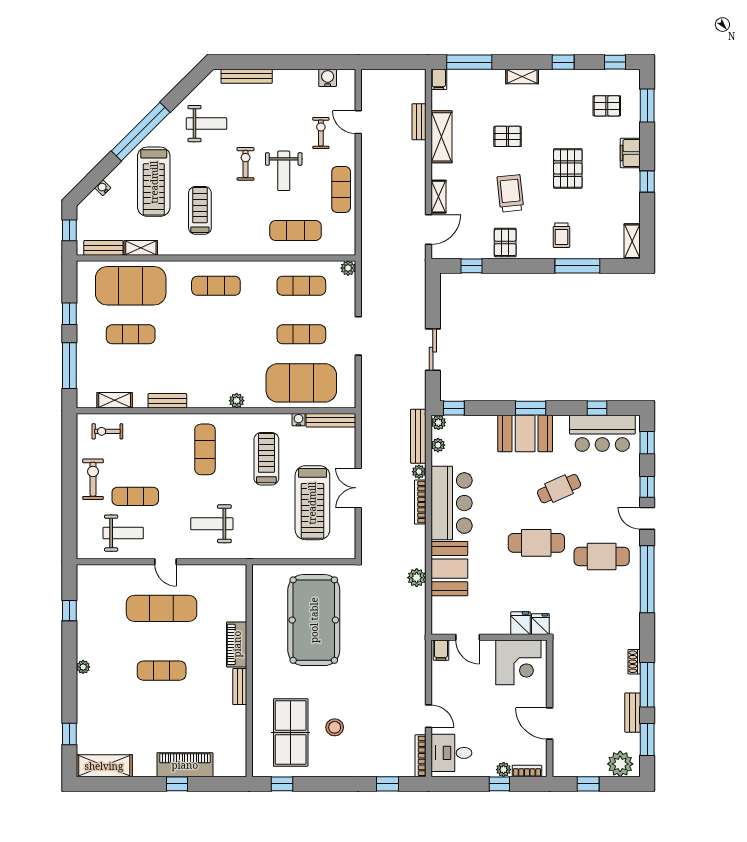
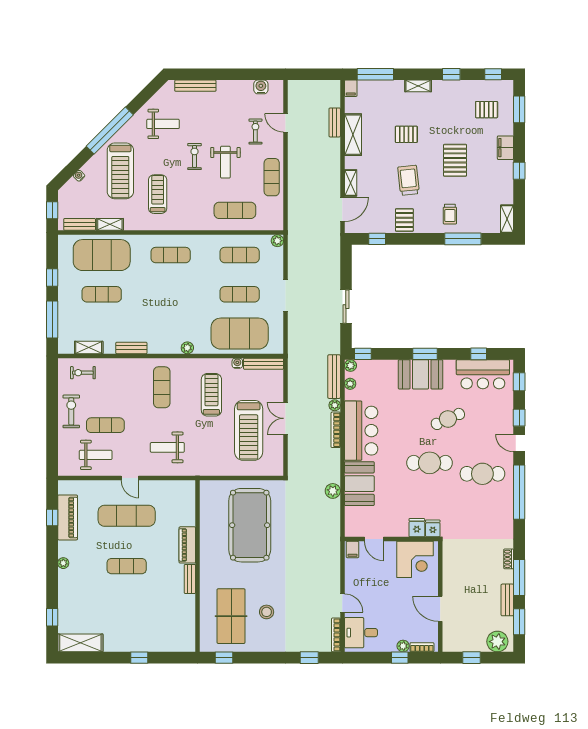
piano: (185, 765) -> (68, 517), moved, turned 90

